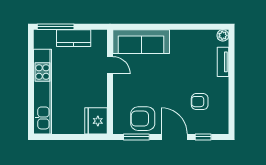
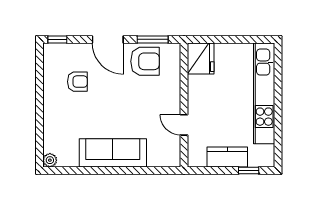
window: (56, 27) -> (249, 170), width x0.46
sofa: (141, 42) -> (113, 153), moved
tv unit: (223, 62) -> (50, 129), removed
window: (203, 137) -> (57, 39), moved

